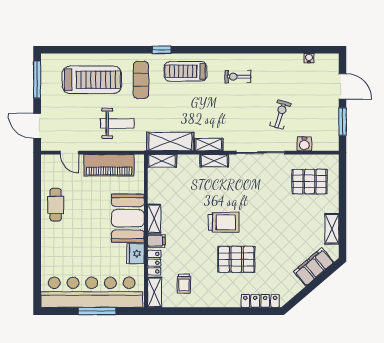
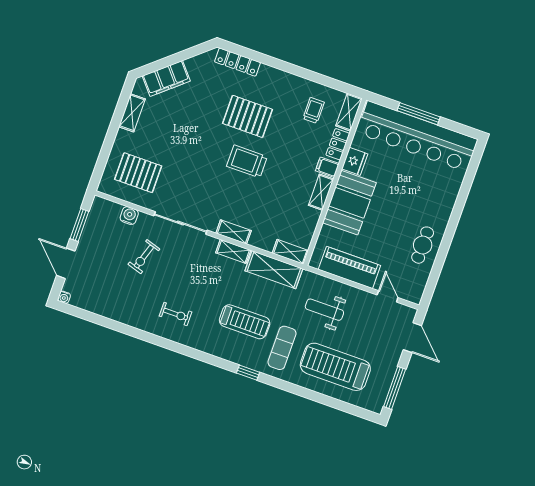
water cooler: (309, 58) -> (64, 297), moved
treadmill: (186, 71) -> (245, 322), moved

